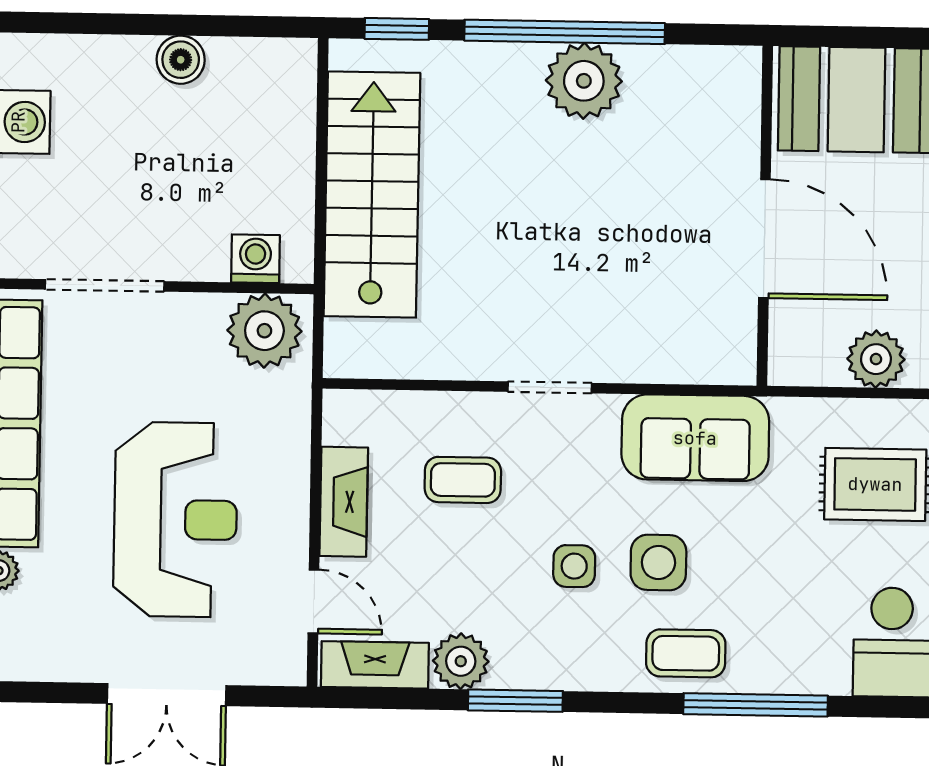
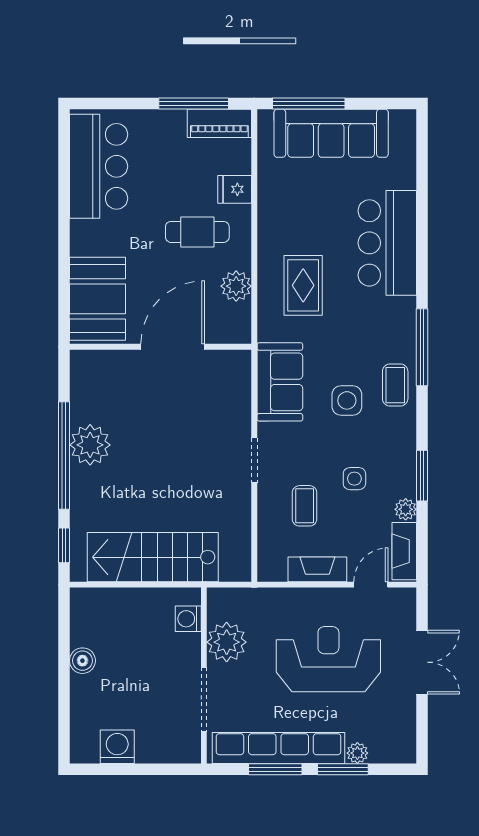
plant: (264, 331) -> (227, 642), moved
side table: (574, 566) -> (354, 479), moved
plant: (461, 661) -> (406, 509), width x0.73, depth x0.73

